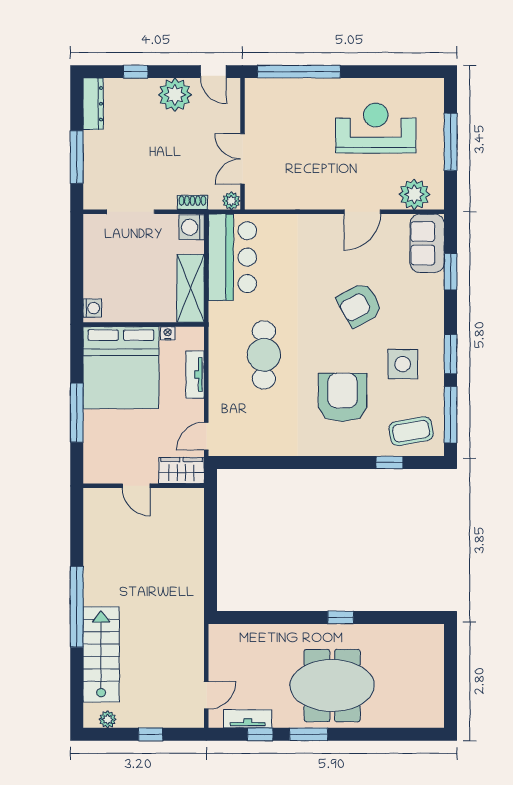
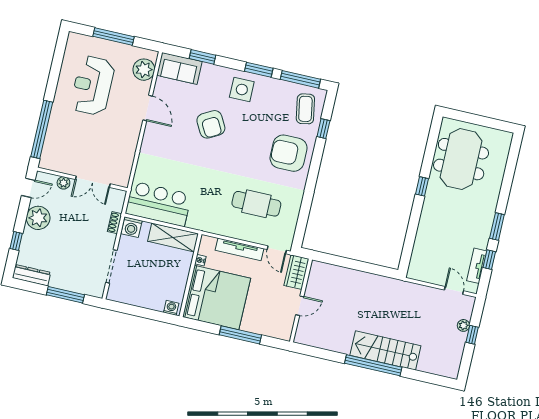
plant: (231, 201) -> (63, 183), moved
cafe table: (264, 355) -> (256, 204), moved
side table: (403, 364) -> (242, 90), moved
tv unit: (195, 375) -> (239, 249), width x1.41
armchair: (343, 397) -> (289, 153), moved
stairs: (101, 654) -> (385, 350), moved
meeting table: (332, 686) -> (461, 159), moved
plant: (108, 719) -> (463, 325), moved

